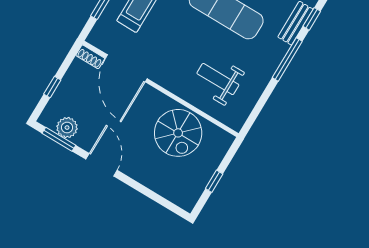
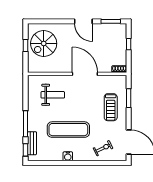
door: (126, 68) -> (85, 74), moved
plant: (67, 128) -> (110, 29), removed
spiral stairs: (178, 133) -> (44, 43), moved, turned -90

